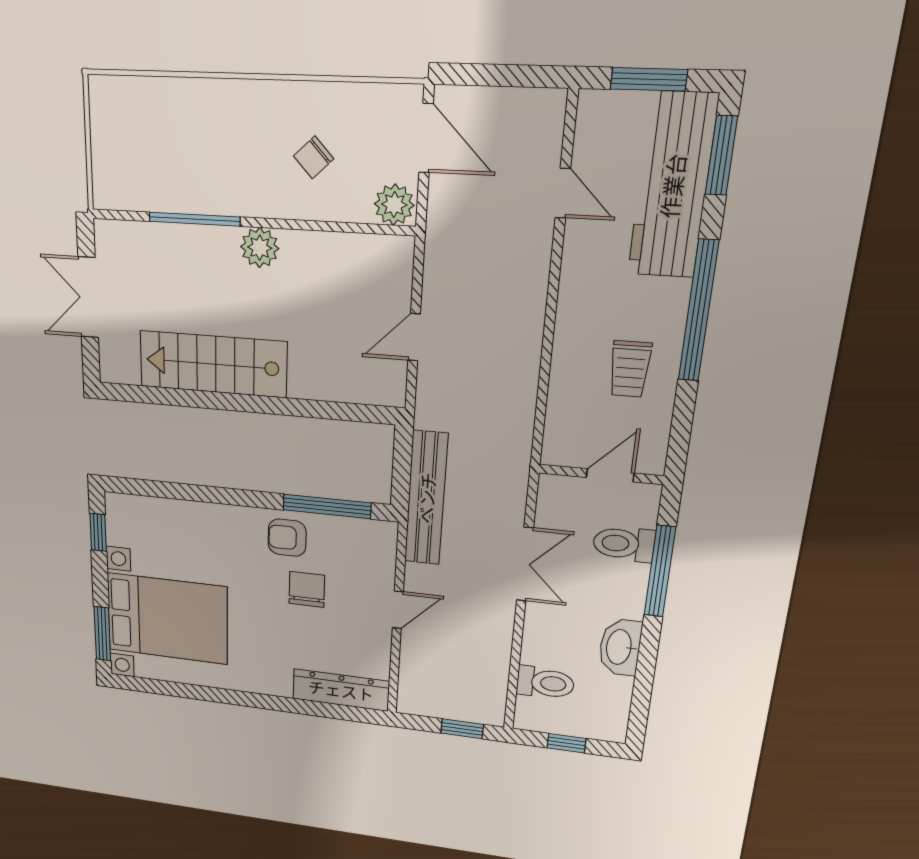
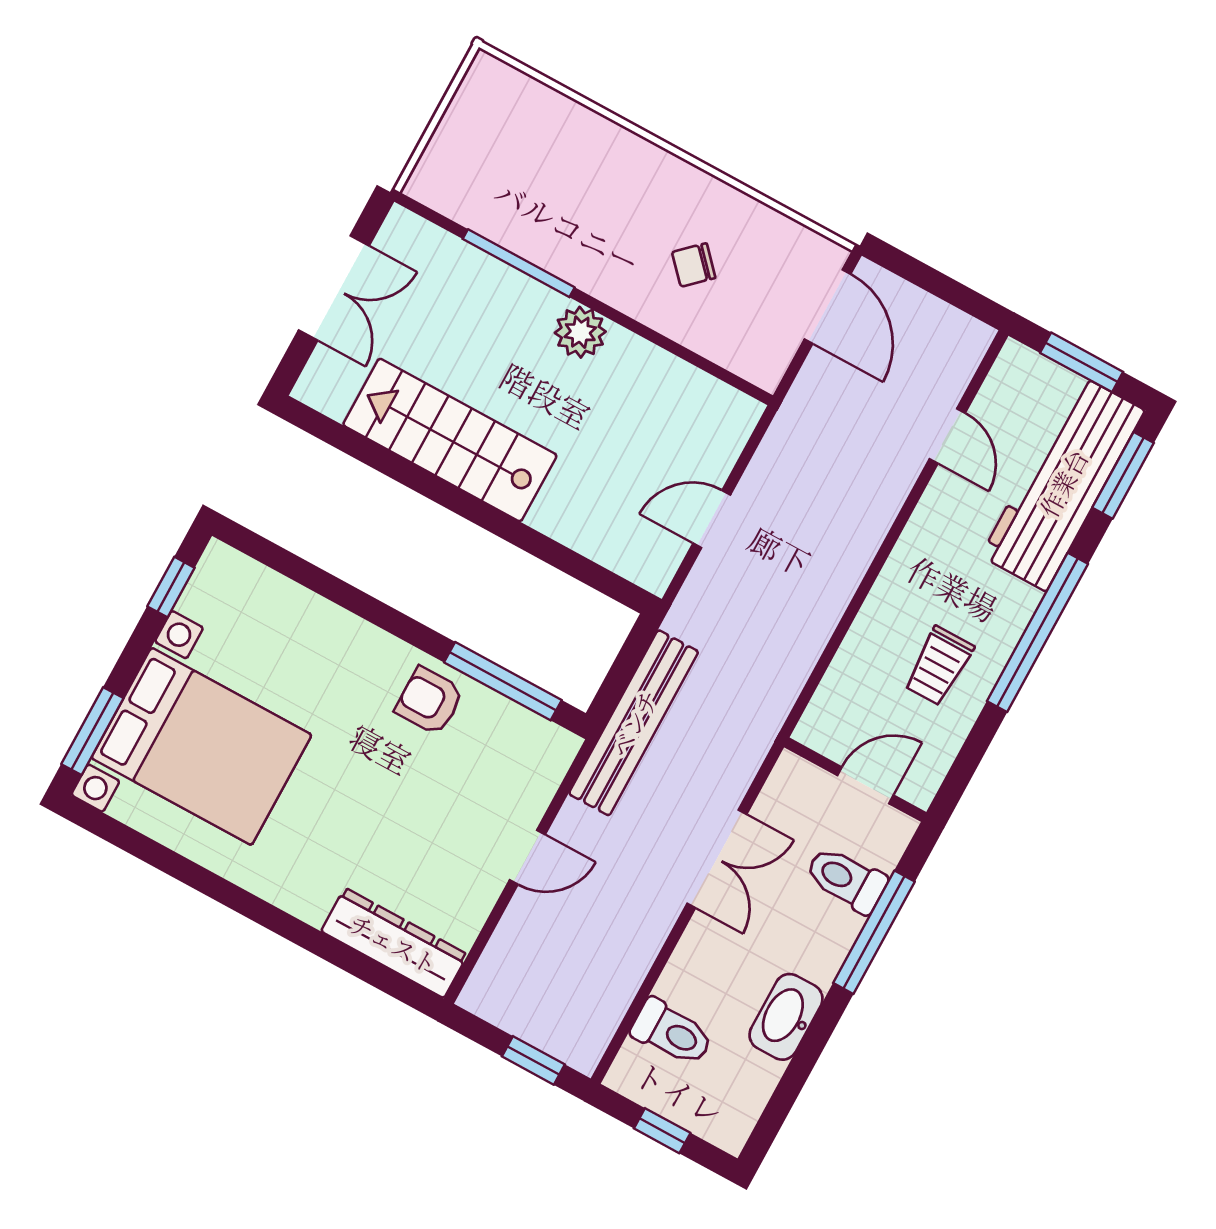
plant: (394, 205) -> (760, 360), removed
double door: (88, 297) -> (334, 288), swing flipped
chair: (307, 589) -> (420, 782), removed

